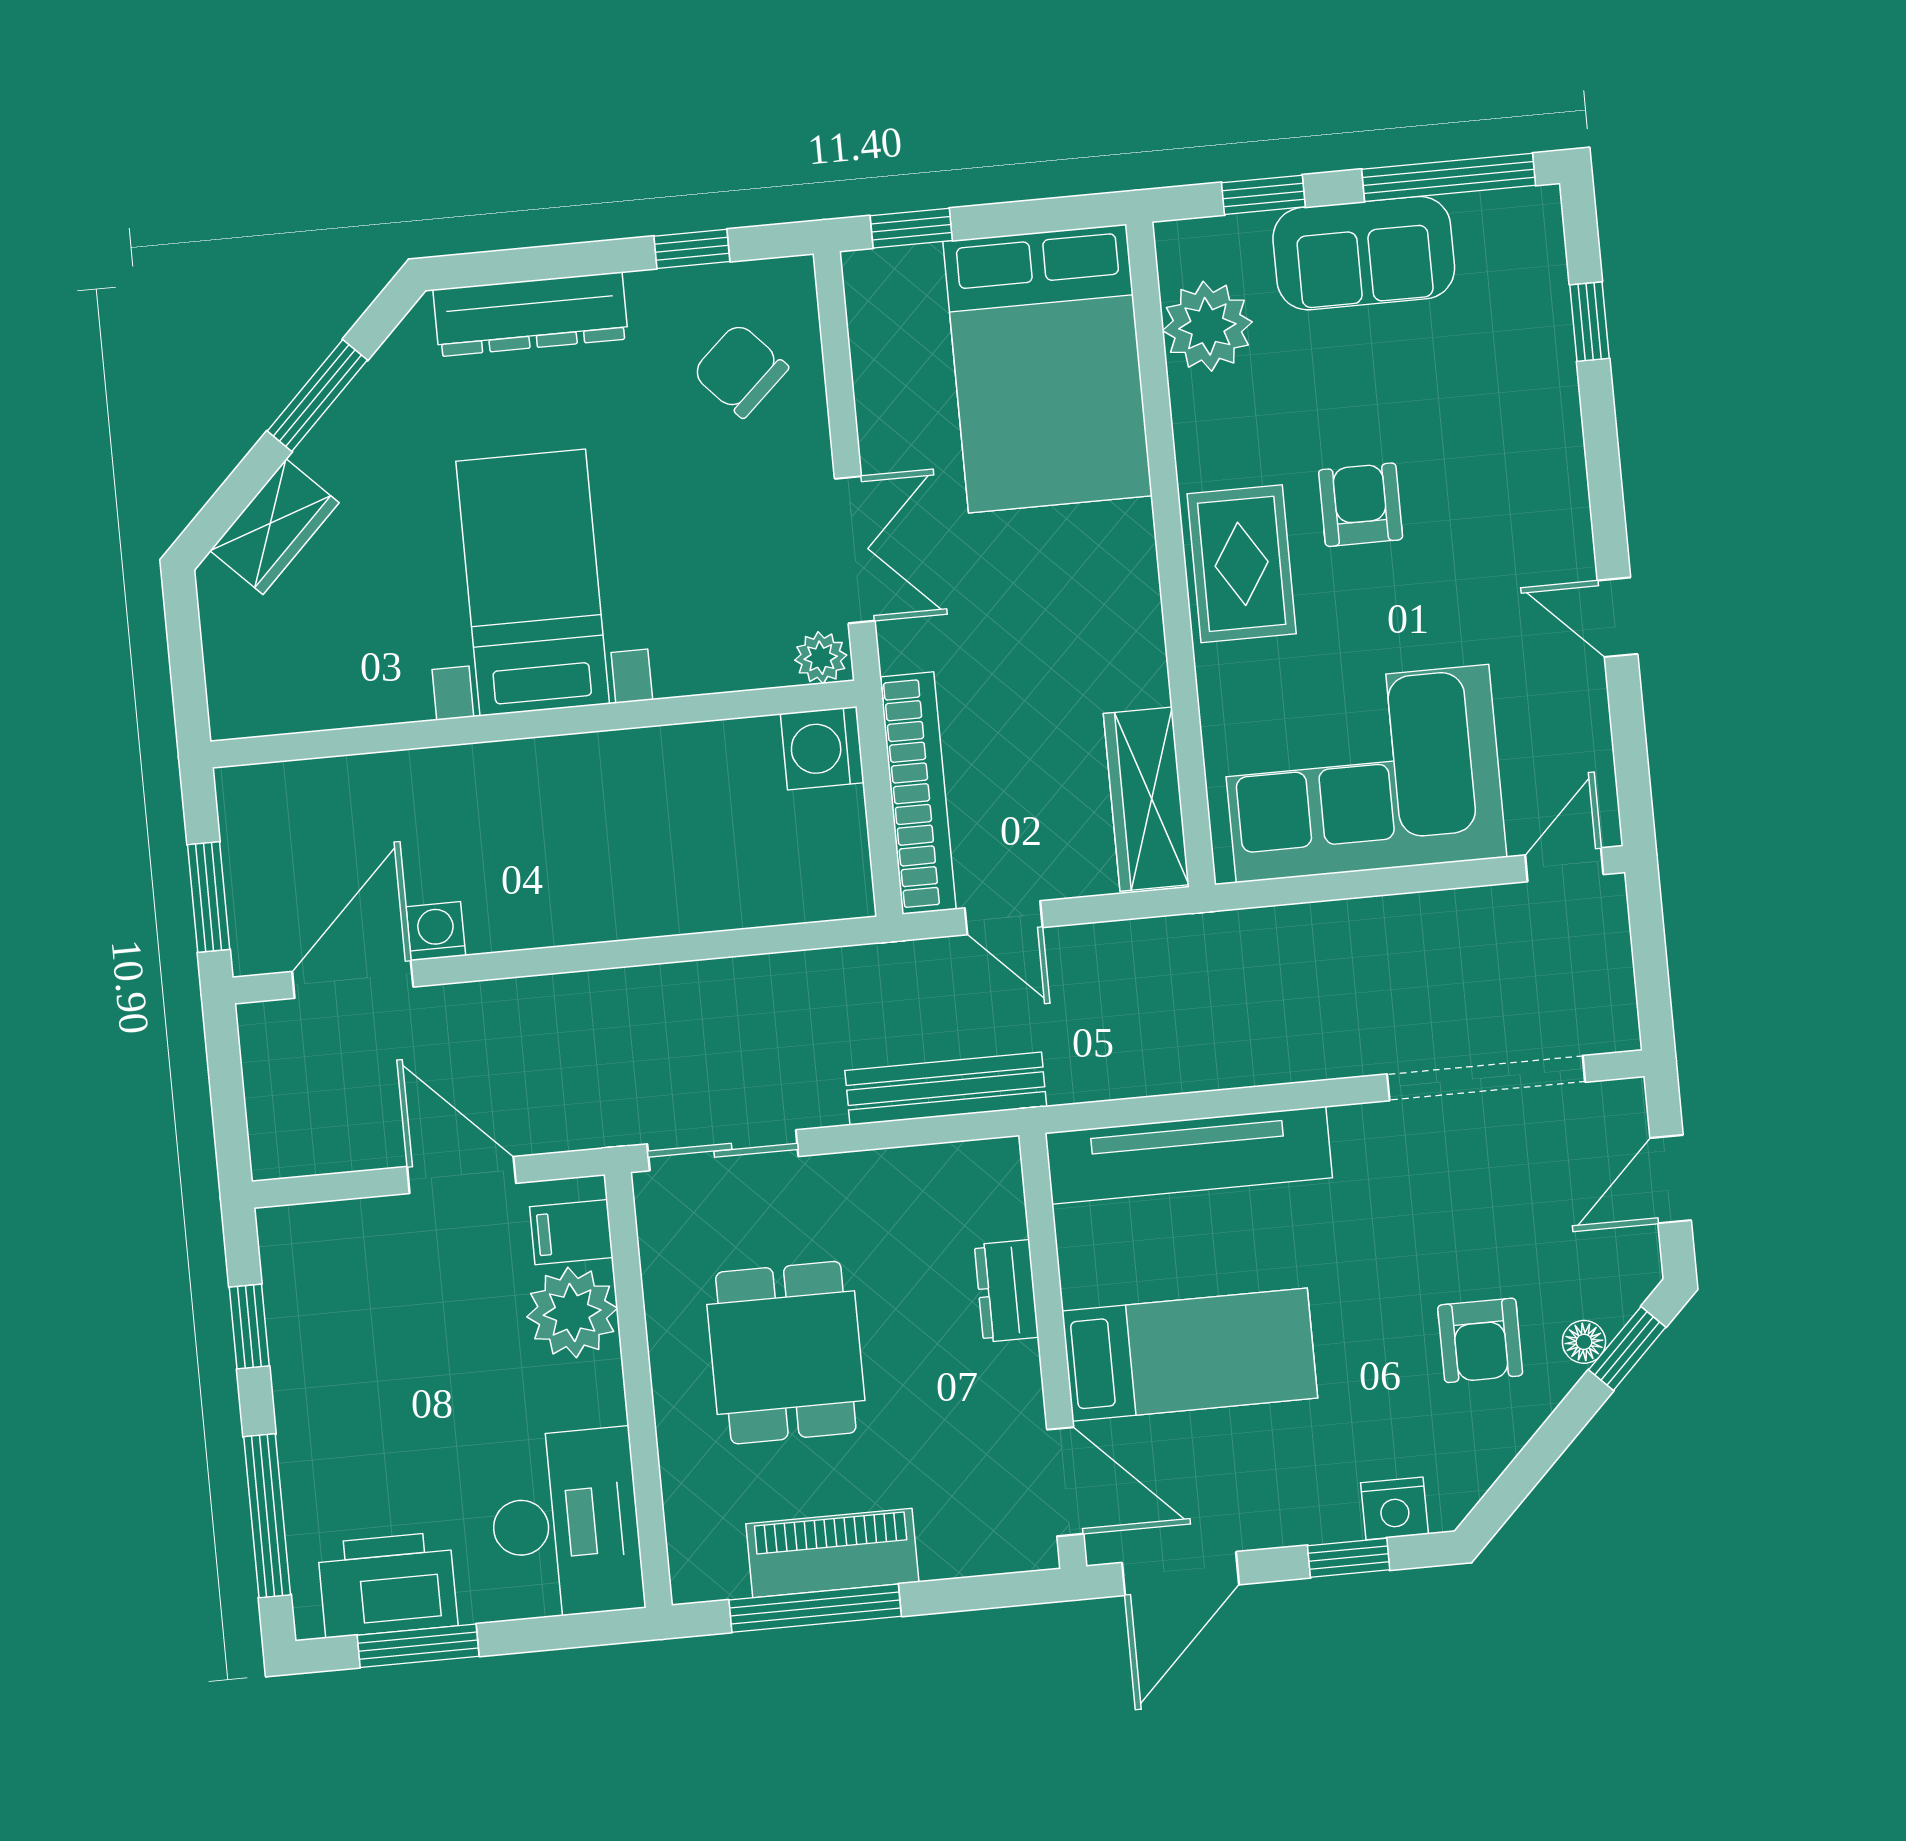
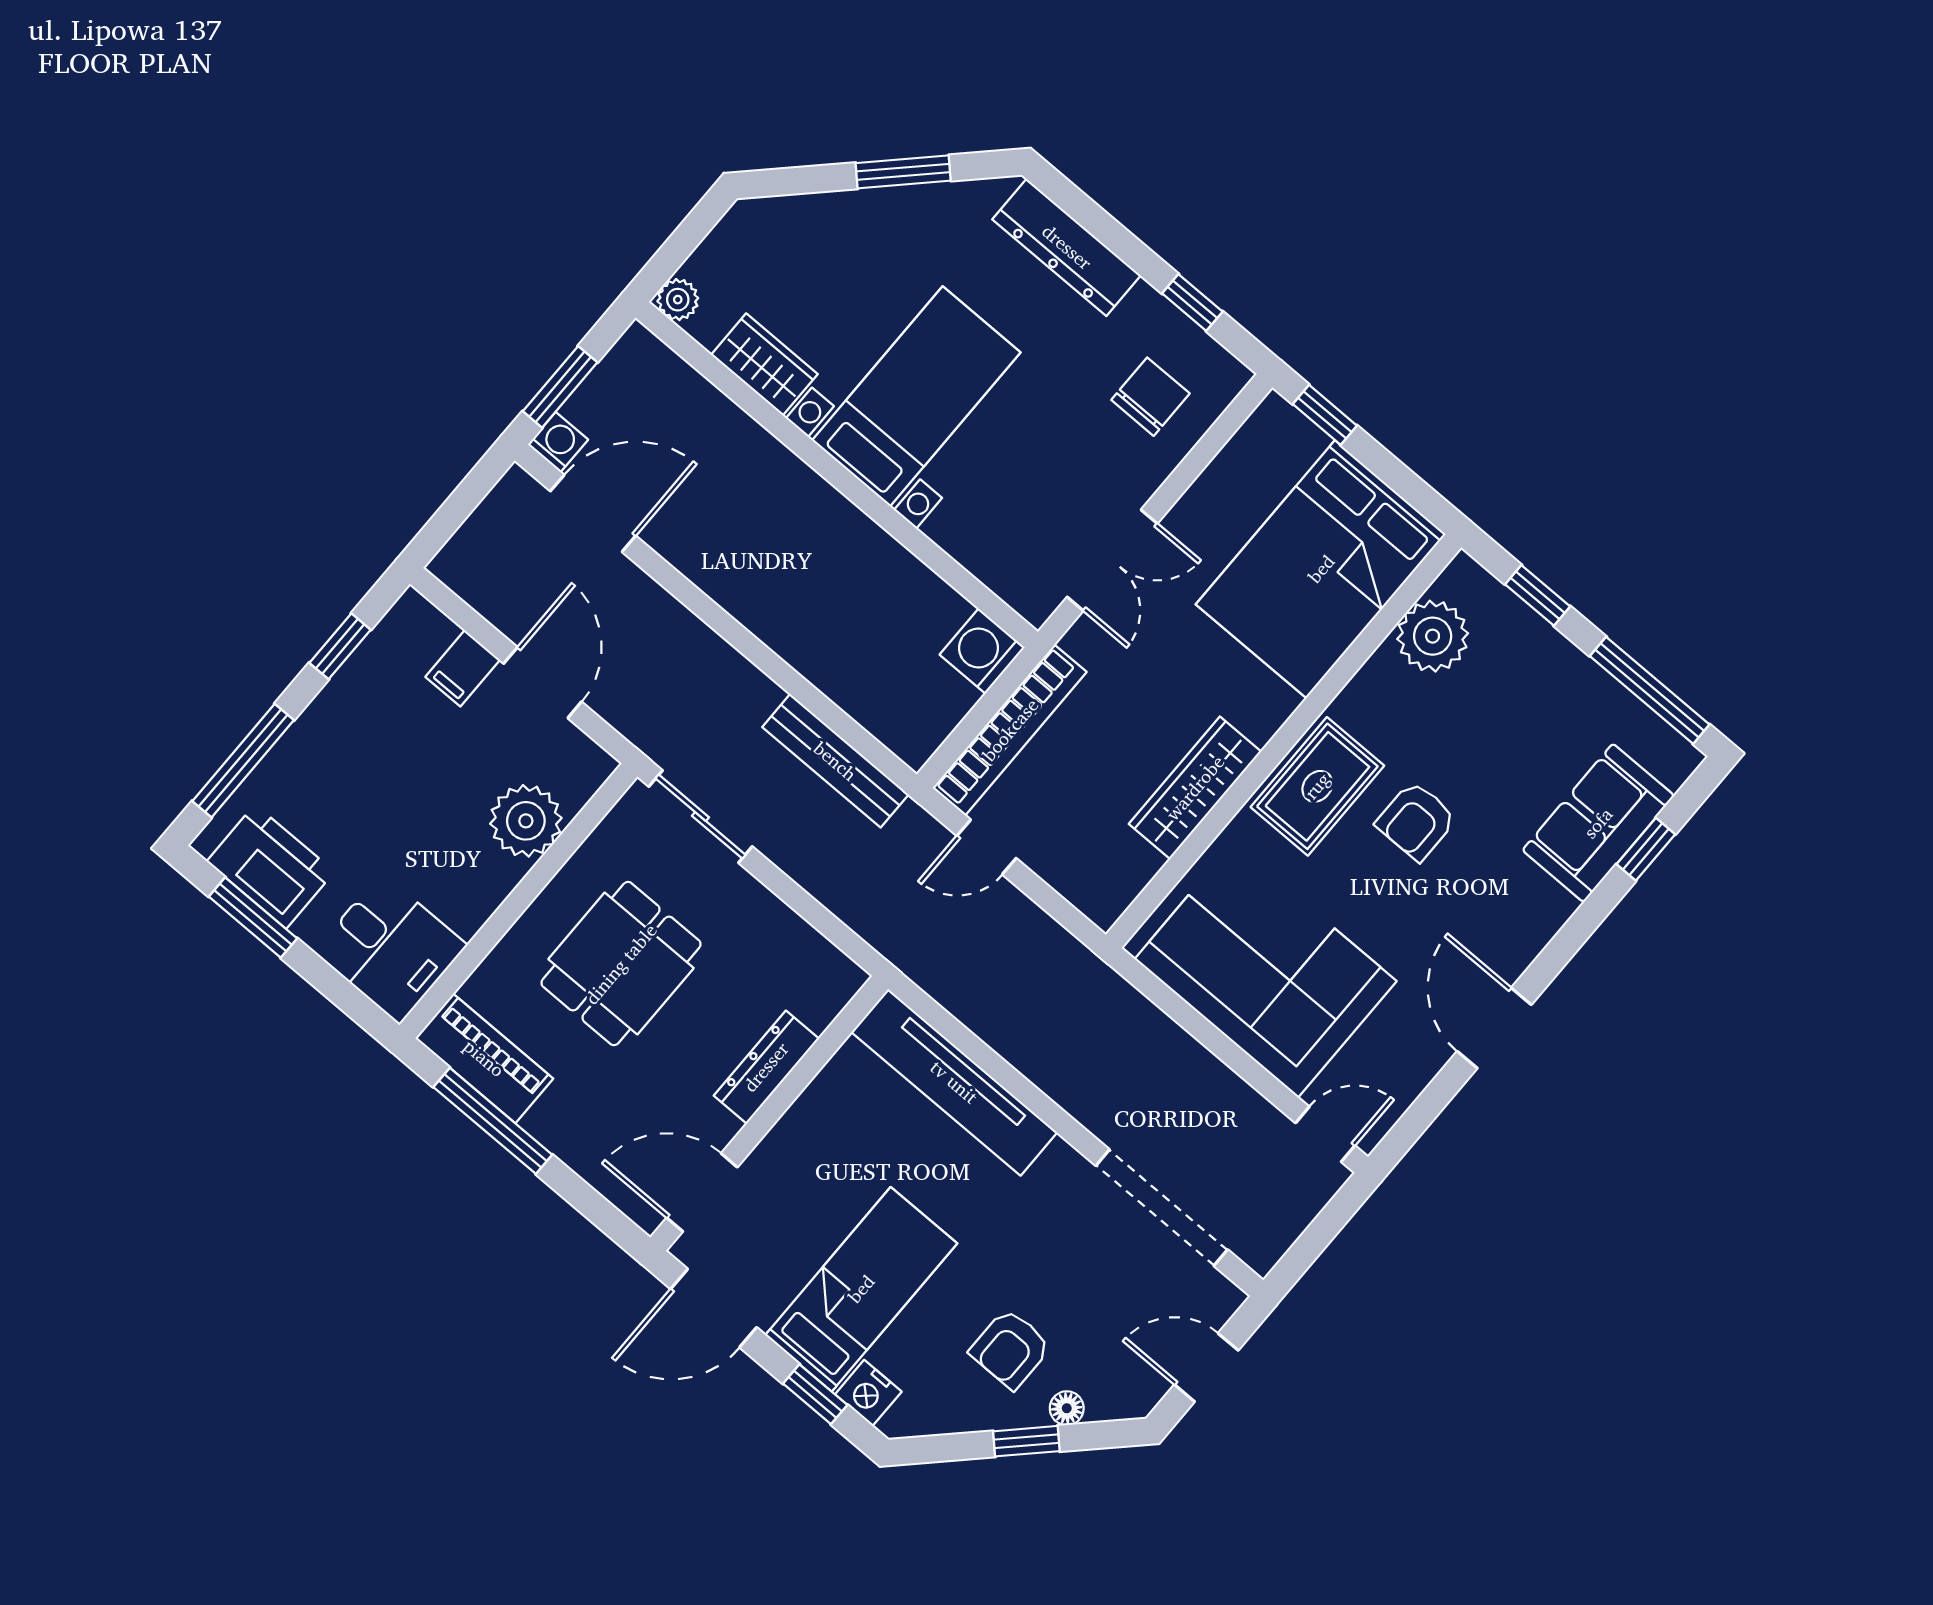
sofa: (1364, 253) -> (1598, 823), moved, turned 90
chair: (740, 370) -> (1150, 397), turned 43
armchair: (1361, 505) -> (1416, 821), turned 180
wardrobe: (275, 527) -> (764, 364), moved, turned -135
door: (1617, 617) -> (1494, 1028), width x1.37
plant: (821, 658) -> (678, 300), moved
wardrobe: (1146, 799) -> (1195, 788), moved
door: (1004, 918) -> (987, 847), hinge flipped
washing machine: (436, 931) -> (558, 442), moved
bench: (946, 1089) -> (835, 761), moved
filing cabinet: (571, 1232) -> (463, 668), moved, turned -90
dresser: (1007, 1291) -> (766, 1067), width x1.44
window: (1627, 1348) -> (1026, 1441), moved
bed: (1190, 1355) -> (861, 1289), moved, turned -90
door: (1065, 1482) -> (702, 1192), swing flipped
desk: (566, 1524) -> (390, 948), width x0.73
piano: (832, 1553) -> (484, 1058), moved

